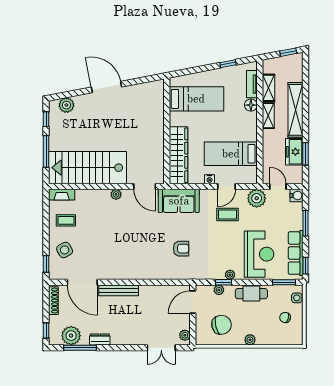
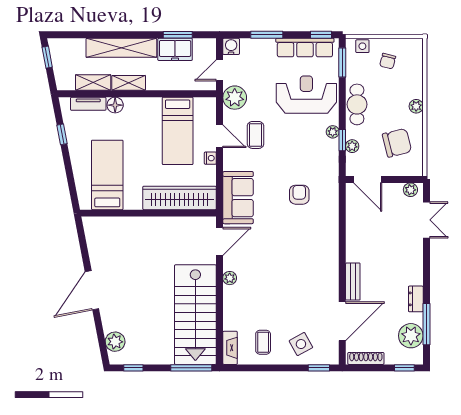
window: (46, 151) -> (191, 368), moved
bench: (119, 290) -> (353, 282), width x0.73
chair: (221, 325) -> (397, 143), turned 89

